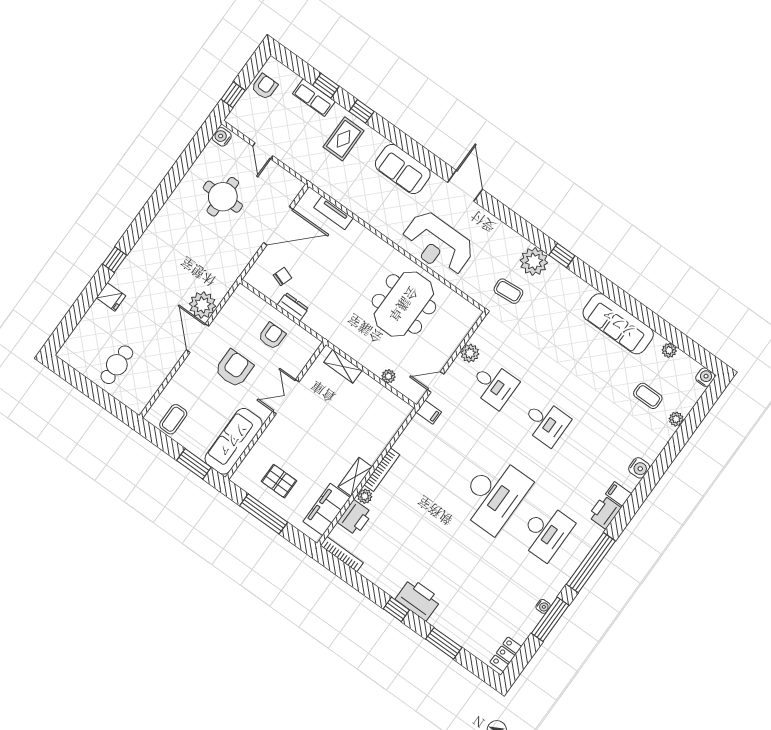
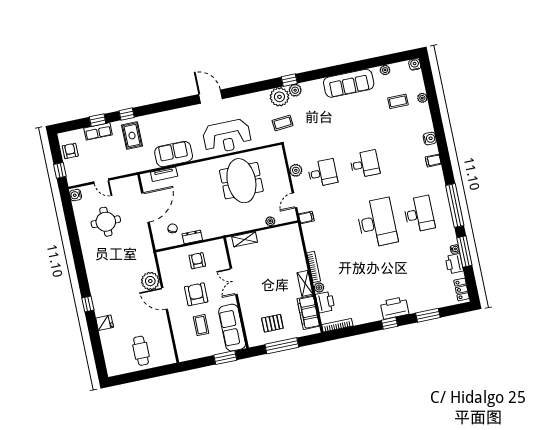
sofa: (403, 169) -> (174, 154), moved, turned 180
plant: (557, 272) -> (295, 90), added
coffee table: (173, 419) -> (201, 325), moved
printer: (605, 512) -> (454, 264), moved

